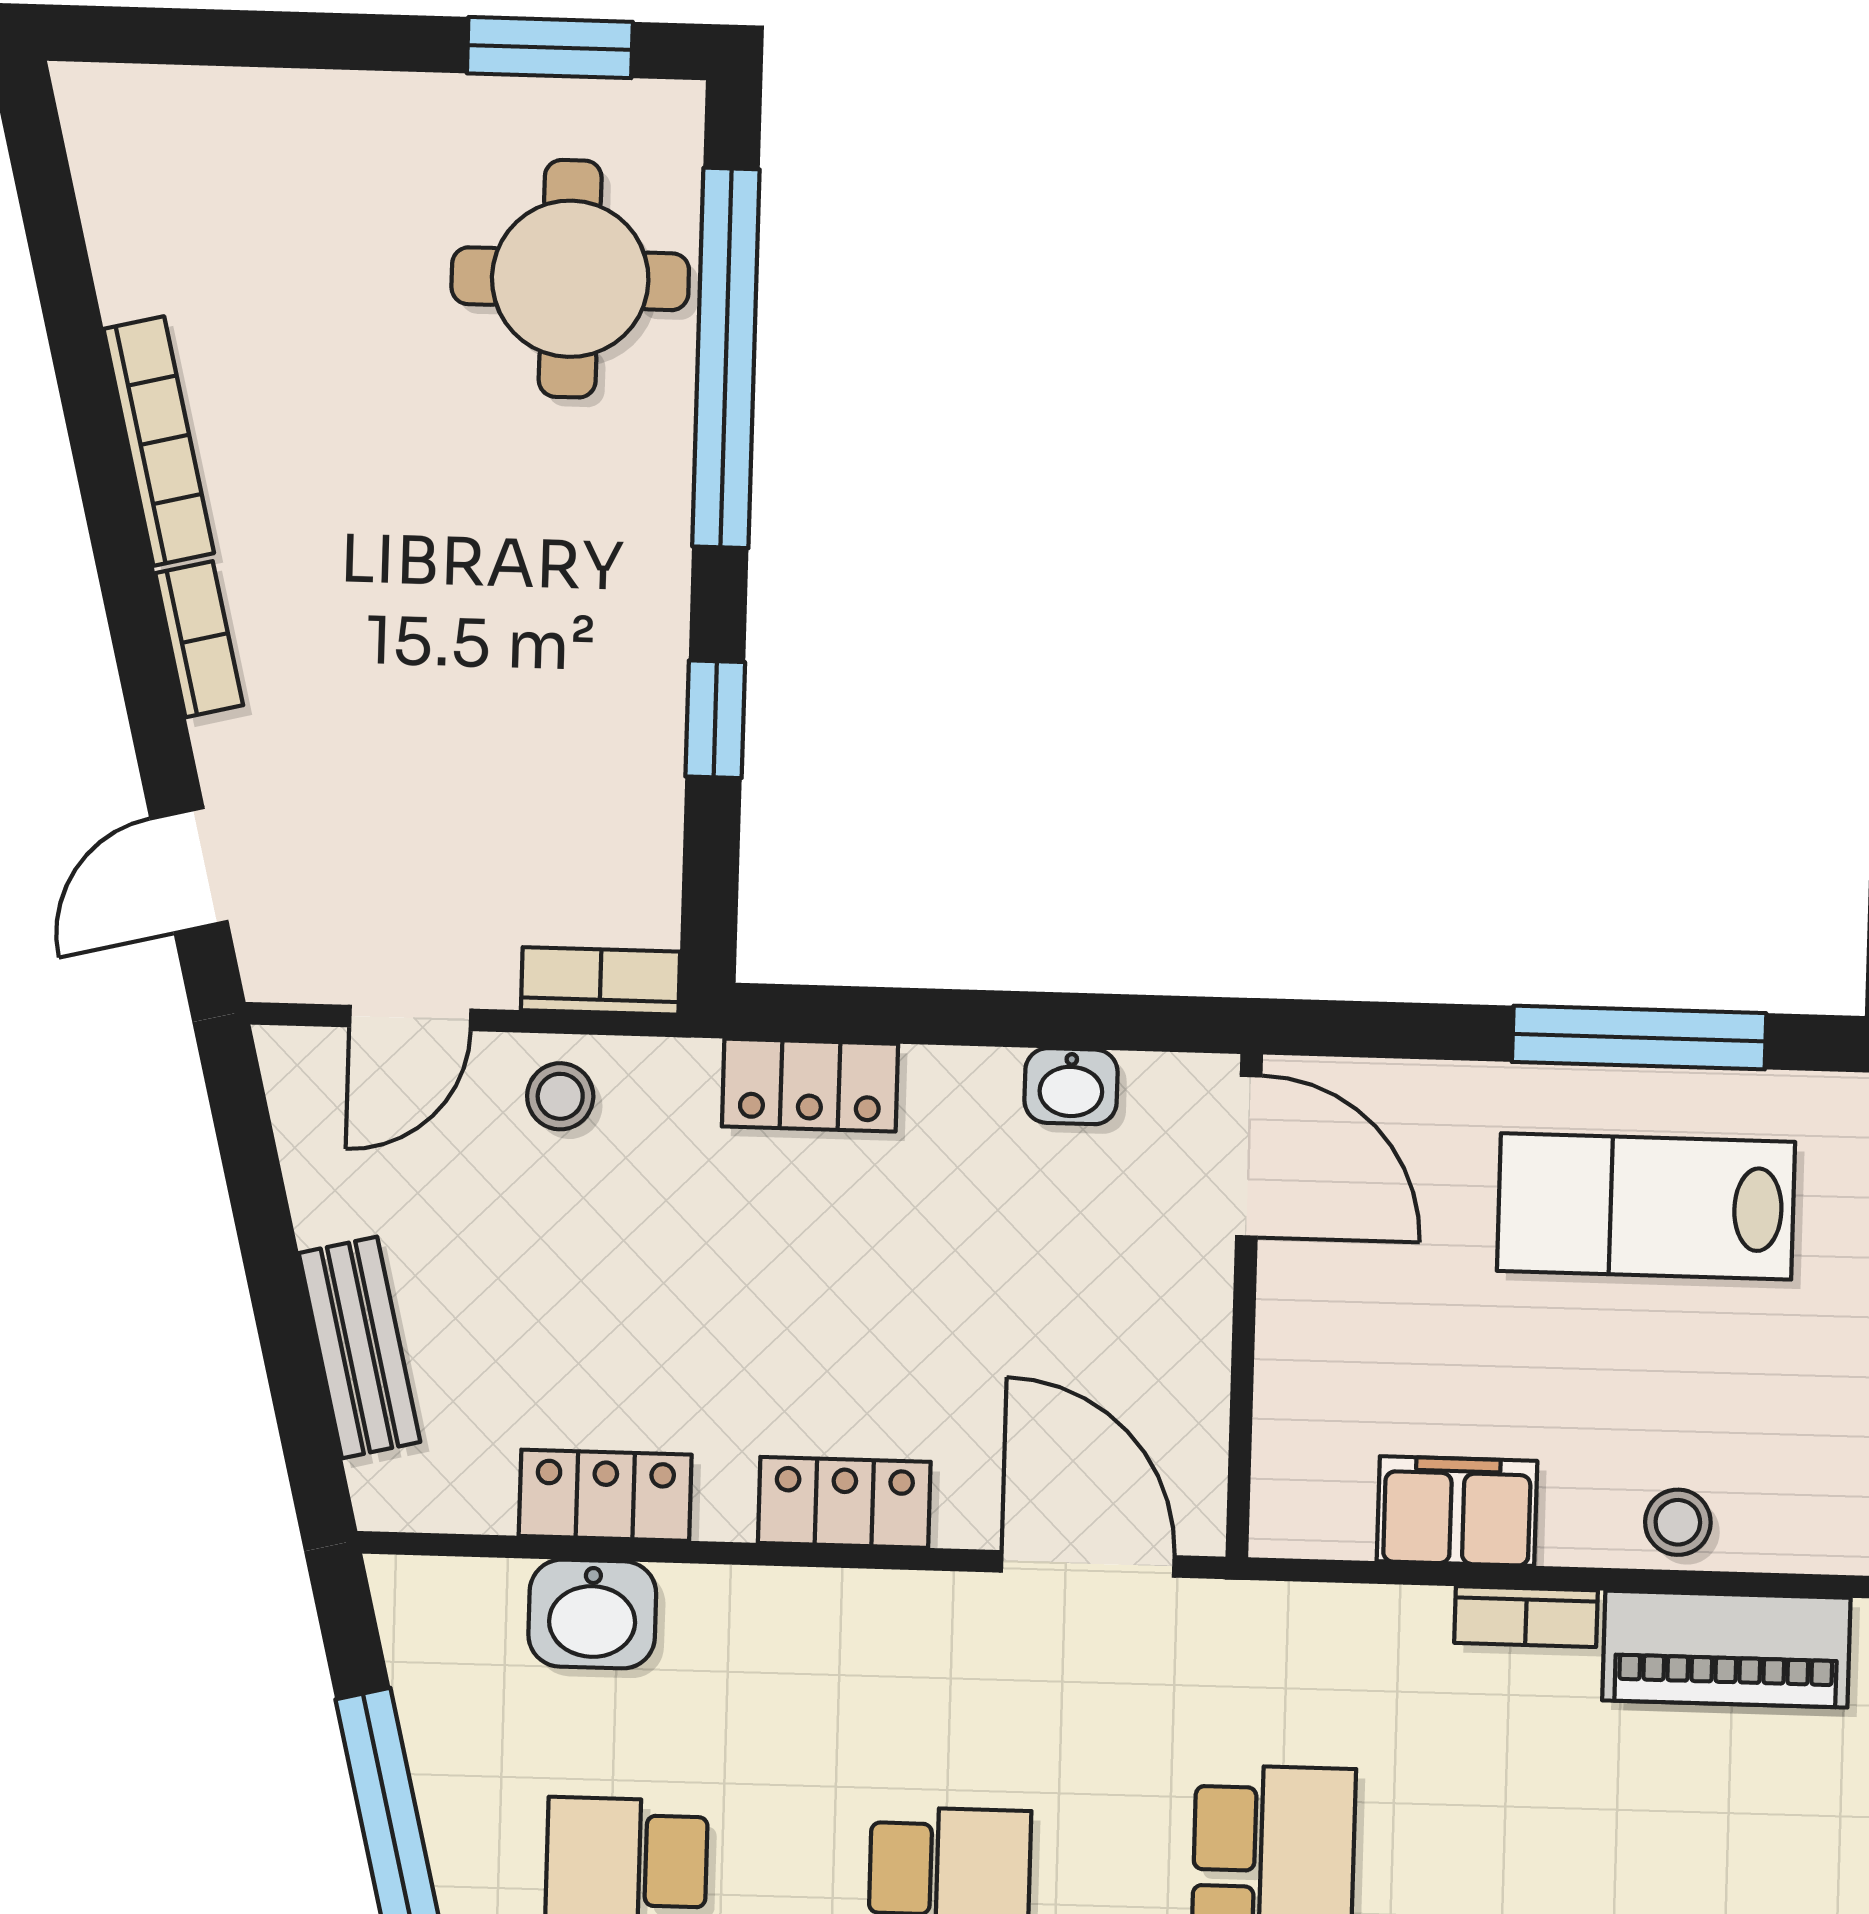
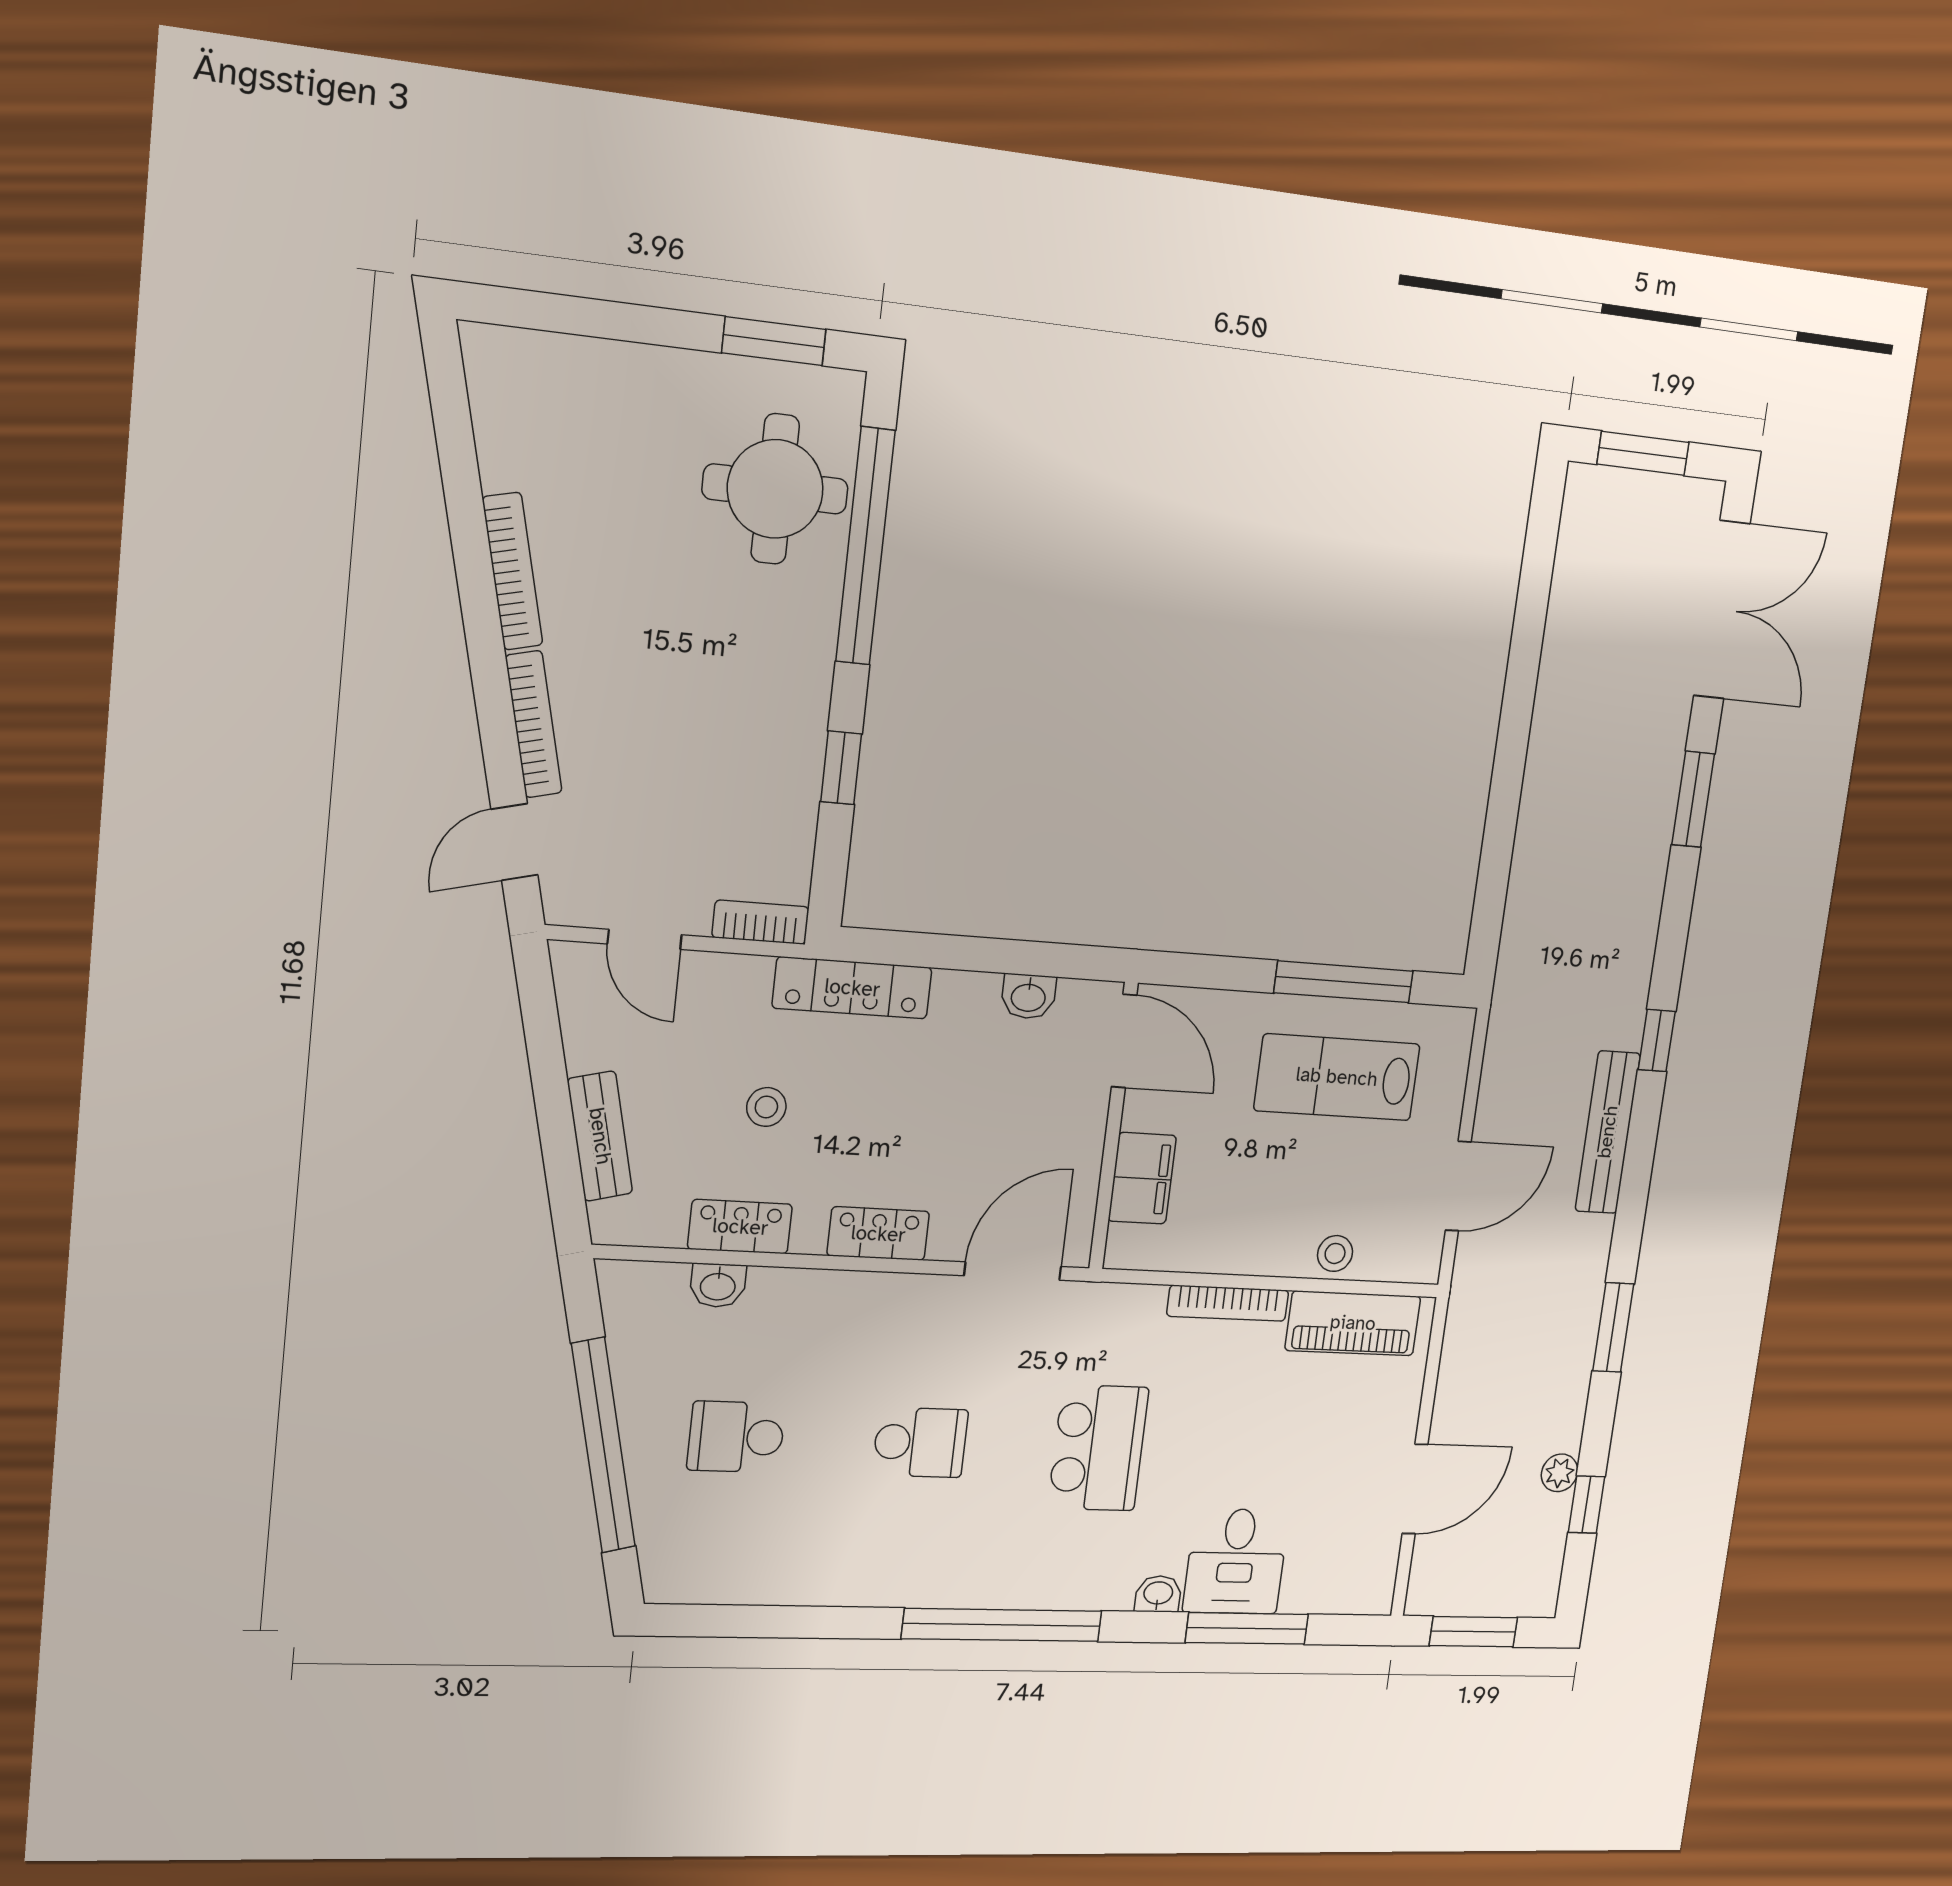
bookcase: (199, 639) -> (534, 724), width x1.56
door: (410, 1018) -> (645, 939), hinge flipped
locker: (810, 1085) -> (852, 988), width x1.53
stool: (560, 1096) -> (766, 1107), moved
filing cabinet: (1457, 1511) -> (1142, 1178), moved, turned 90
door: (1088, 1564) -> (1013, 1271), hinge flipped
washbasin: (592, 1614) -> (718, 1285), width x0.72, depth x0.69
bookcase: (1526, 1617) -> (1228, 1303), width x1.56

